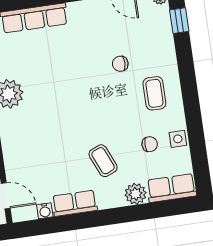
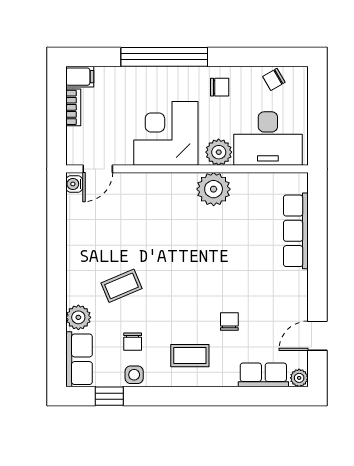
window: (179, 21) -> (109, 396), moved
row of seats: (75, 203) -> (263, 375), moved, turned -90
water cooler: (45, 211) -> (74, 184), moved

